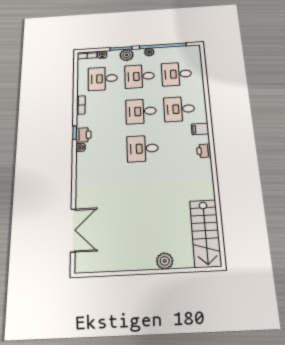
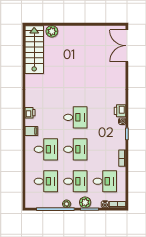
printer: (83, 135) -> (120, 111), moved
double door: (73, 230) -> (127, 46), moved
plant: (165, 261) -> (52, 31), moved

